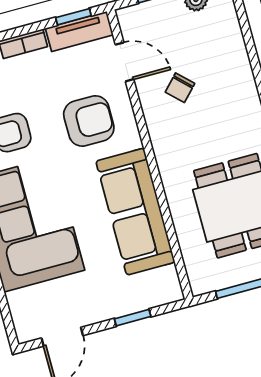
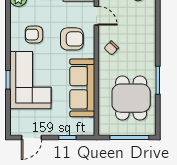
chair: (180, 88) -> (111, 48), moved

